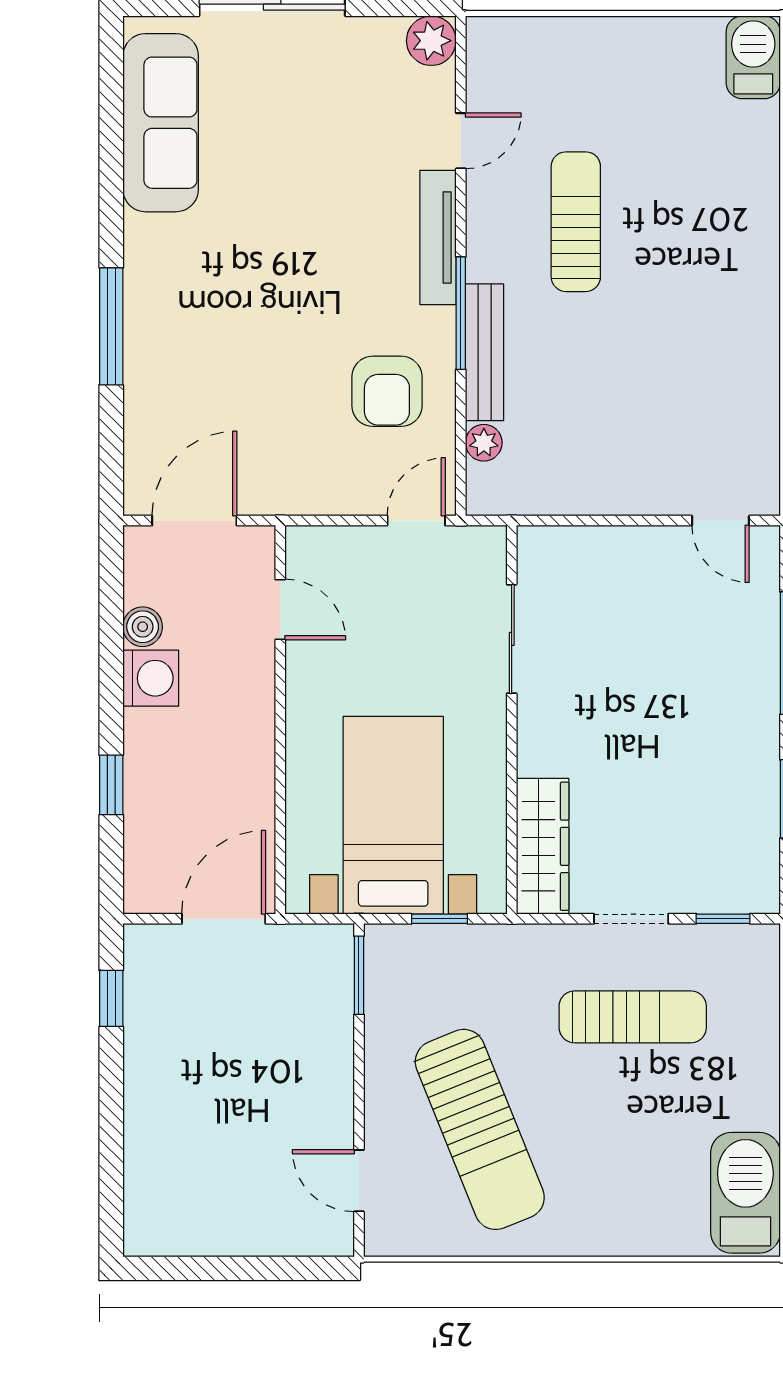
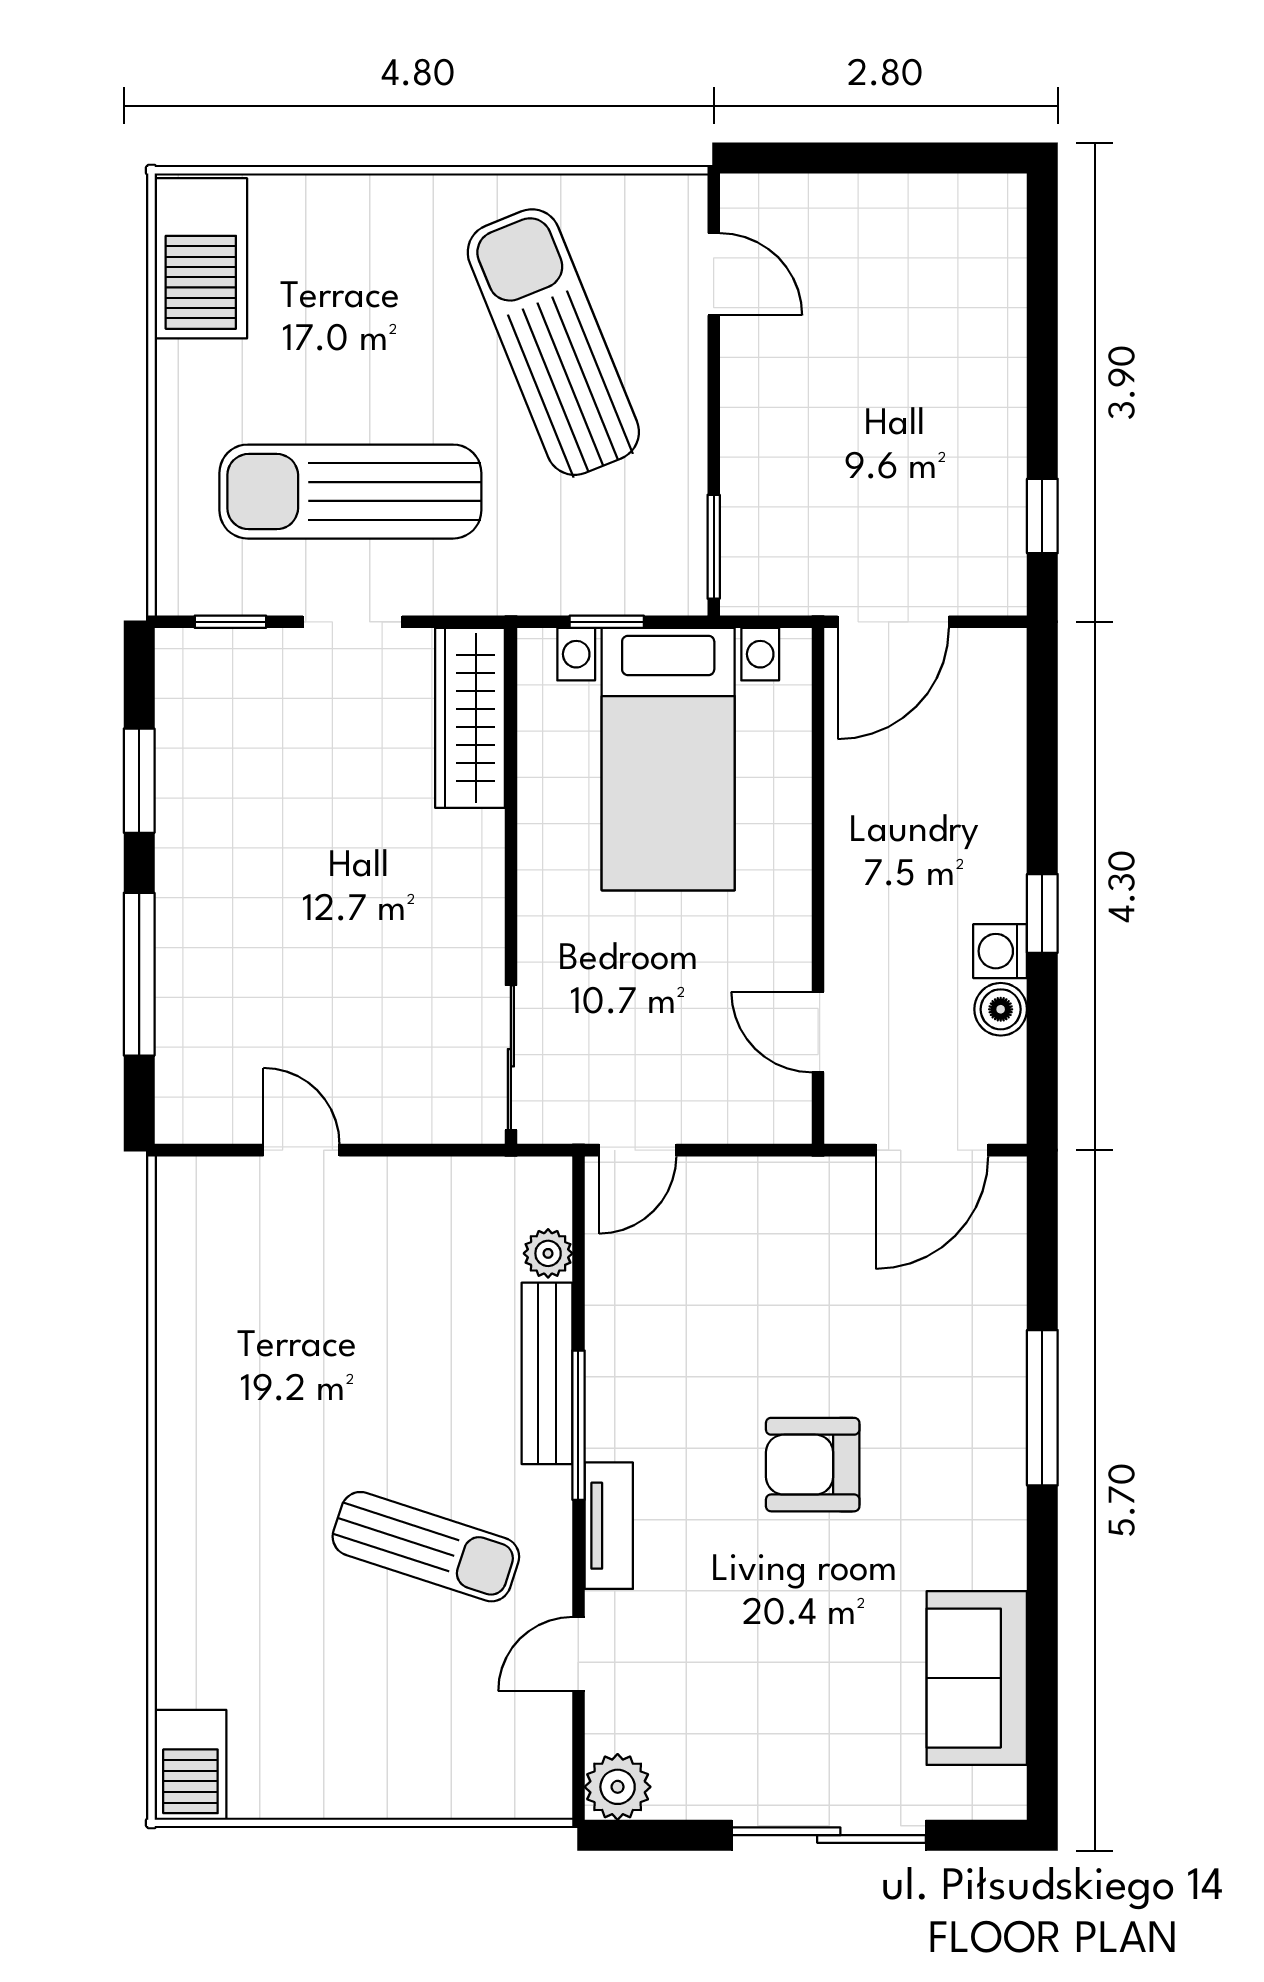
sofa: (161, 123) -> (977, 1678), width x0.73
sun lounger: (576, 222) -> (426, 1547), turned -72
tv unit: (438, 237) -> (609, 1526), width x0.71
armchair: (387, 391) -> (813, 1465), moved, turned -90
door: (721, 521) -> (301, 1150), moved
sliding door: (512, 639) -> (511, 1058), moved
washing machine: (151, 678) -> (1000, 951), width x0.73, depth x0.73
window: (111, 785) -> (1042, 913), moved
sun lounger: (633, 1017) -> (350, 492), width x1.36, depth x1.34

